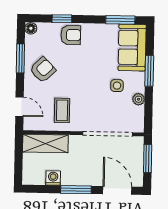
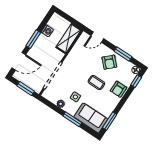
window: (62, 19) -> (136, 81), moved
coffee table: (62, 110) -> (96, 83), moved

